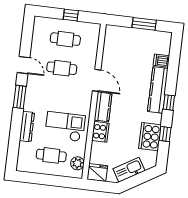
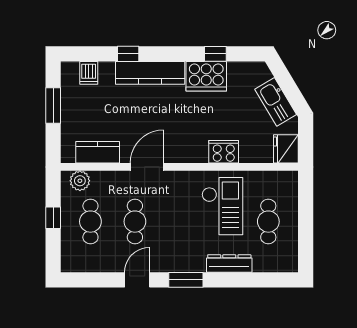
dishwasher: (161, 61) -> (89, 73), moved
window: (169, 102) -> (128, 54), moved
kitchen counter: (103, 107) -> (98, 152), moved
checkout: (65, 127) -> (222, 206), turned 180
cooker: (150, 137) -> (206, 76), moved
plant: (77, 163) -> (80, 181), moved

